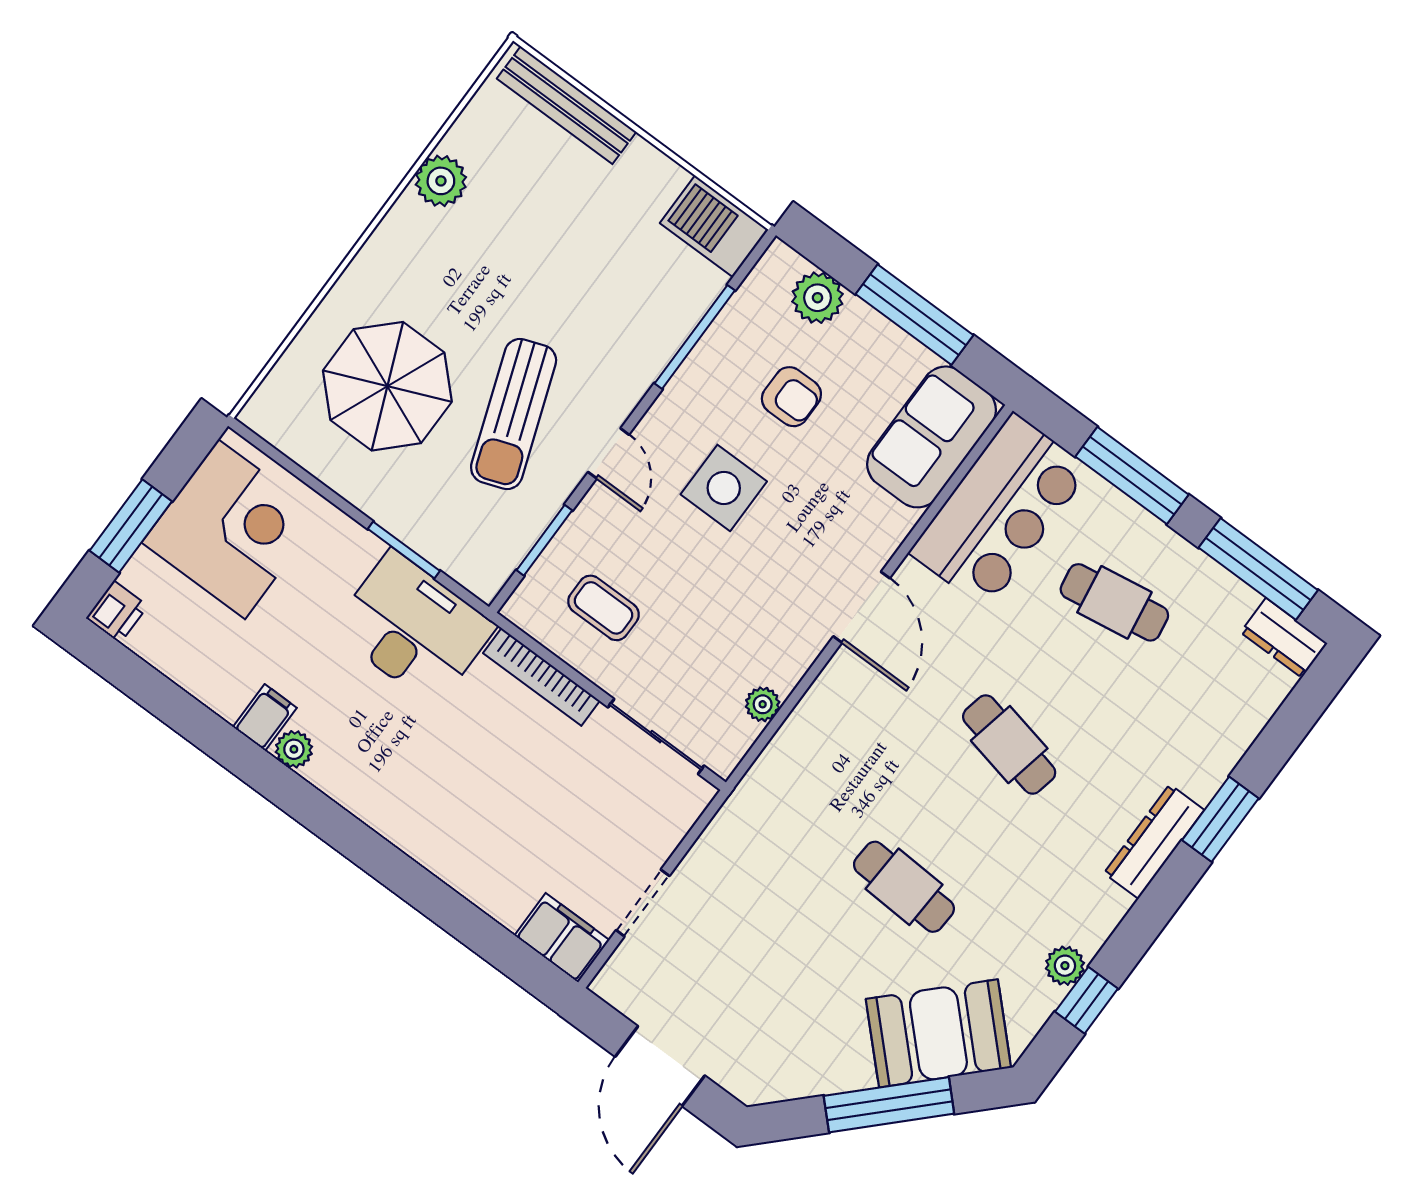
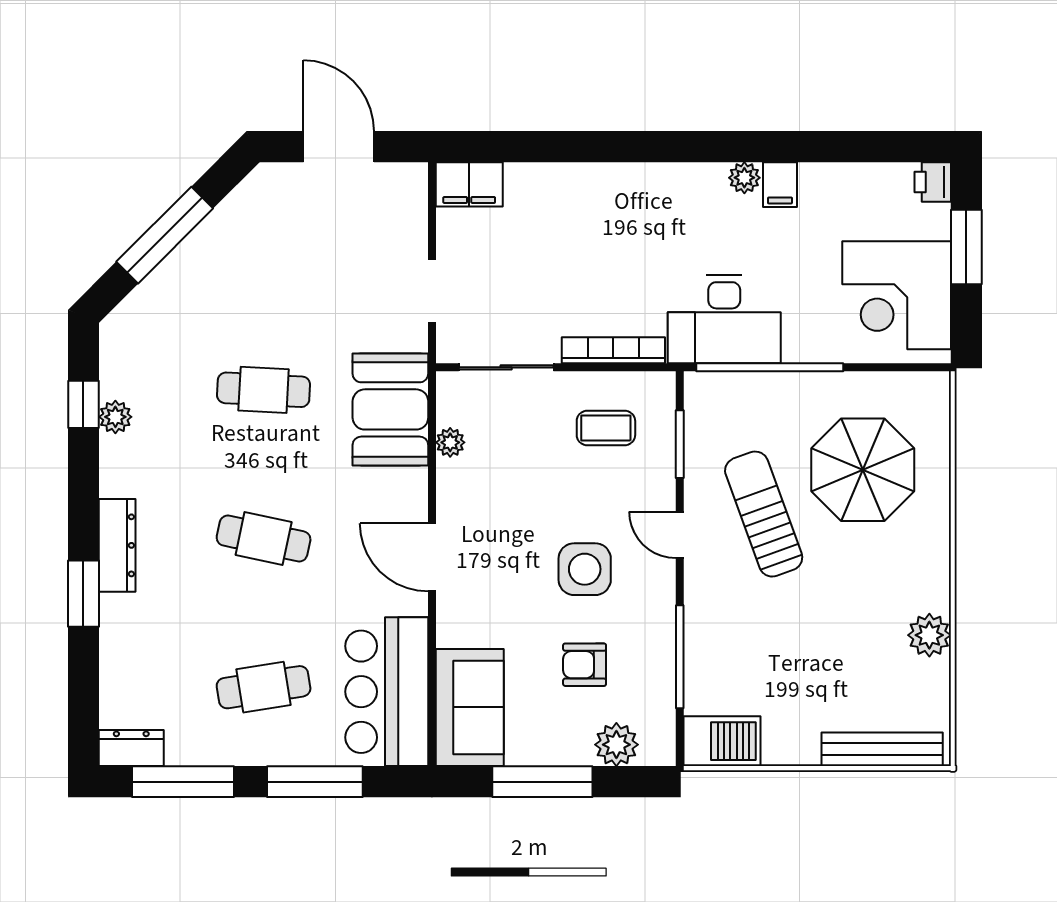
window: (404, 550) -> (770, 367), width x2.11
doorway: (643, 903) -> (432, 291), moved
booth: (938, 1033) -> (390, 409), moved, turned -45

